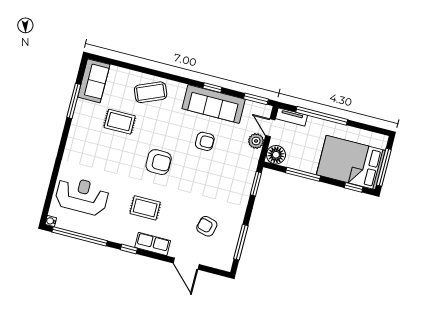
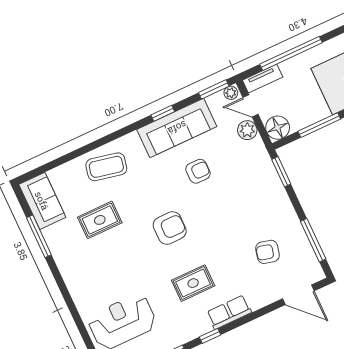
coffee table: (151, 92) -> (106, 167), turned 35
plant: (265, 110) -> (231, 93), added
door: (186, 264) -> (298, 295), moved

